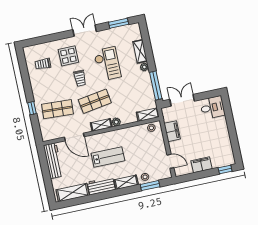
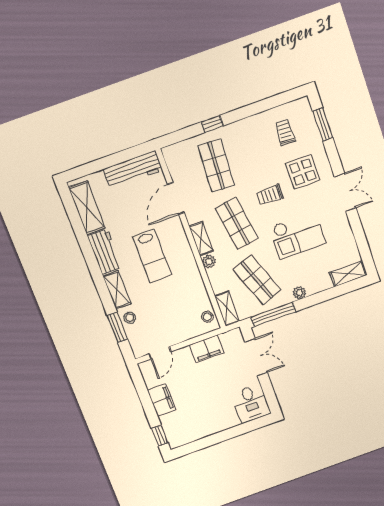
window: (119, 23) -> (323, 124), moved
shelving: (140, 51) -> (348, 274), moved
shop shelf: (132, 93) -> (257, 280), added

